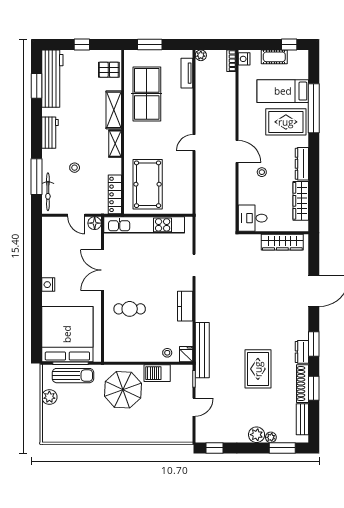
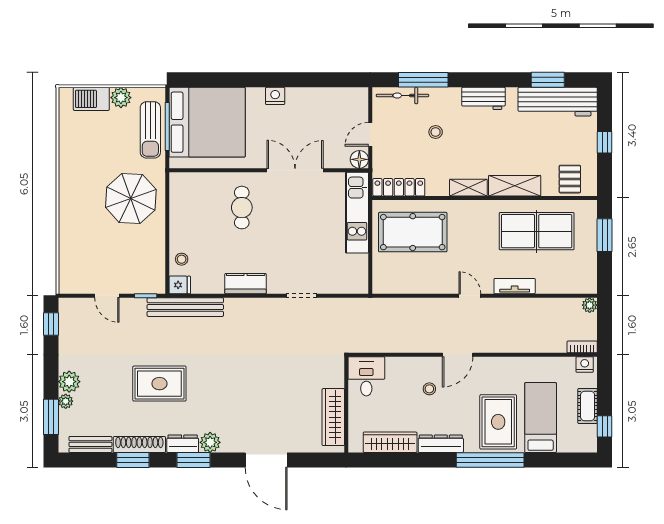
tv unit: (187, 73) -> (515, 286), moved
window: (314, 108) -> (490, 460), moved
kitchen unit: (144, 225) -> (357, 213), width x0.73
plant: (301, 332) -> (210, 442), added
barbecue: (157, 373) -> (91, 99), moved, turned -90

